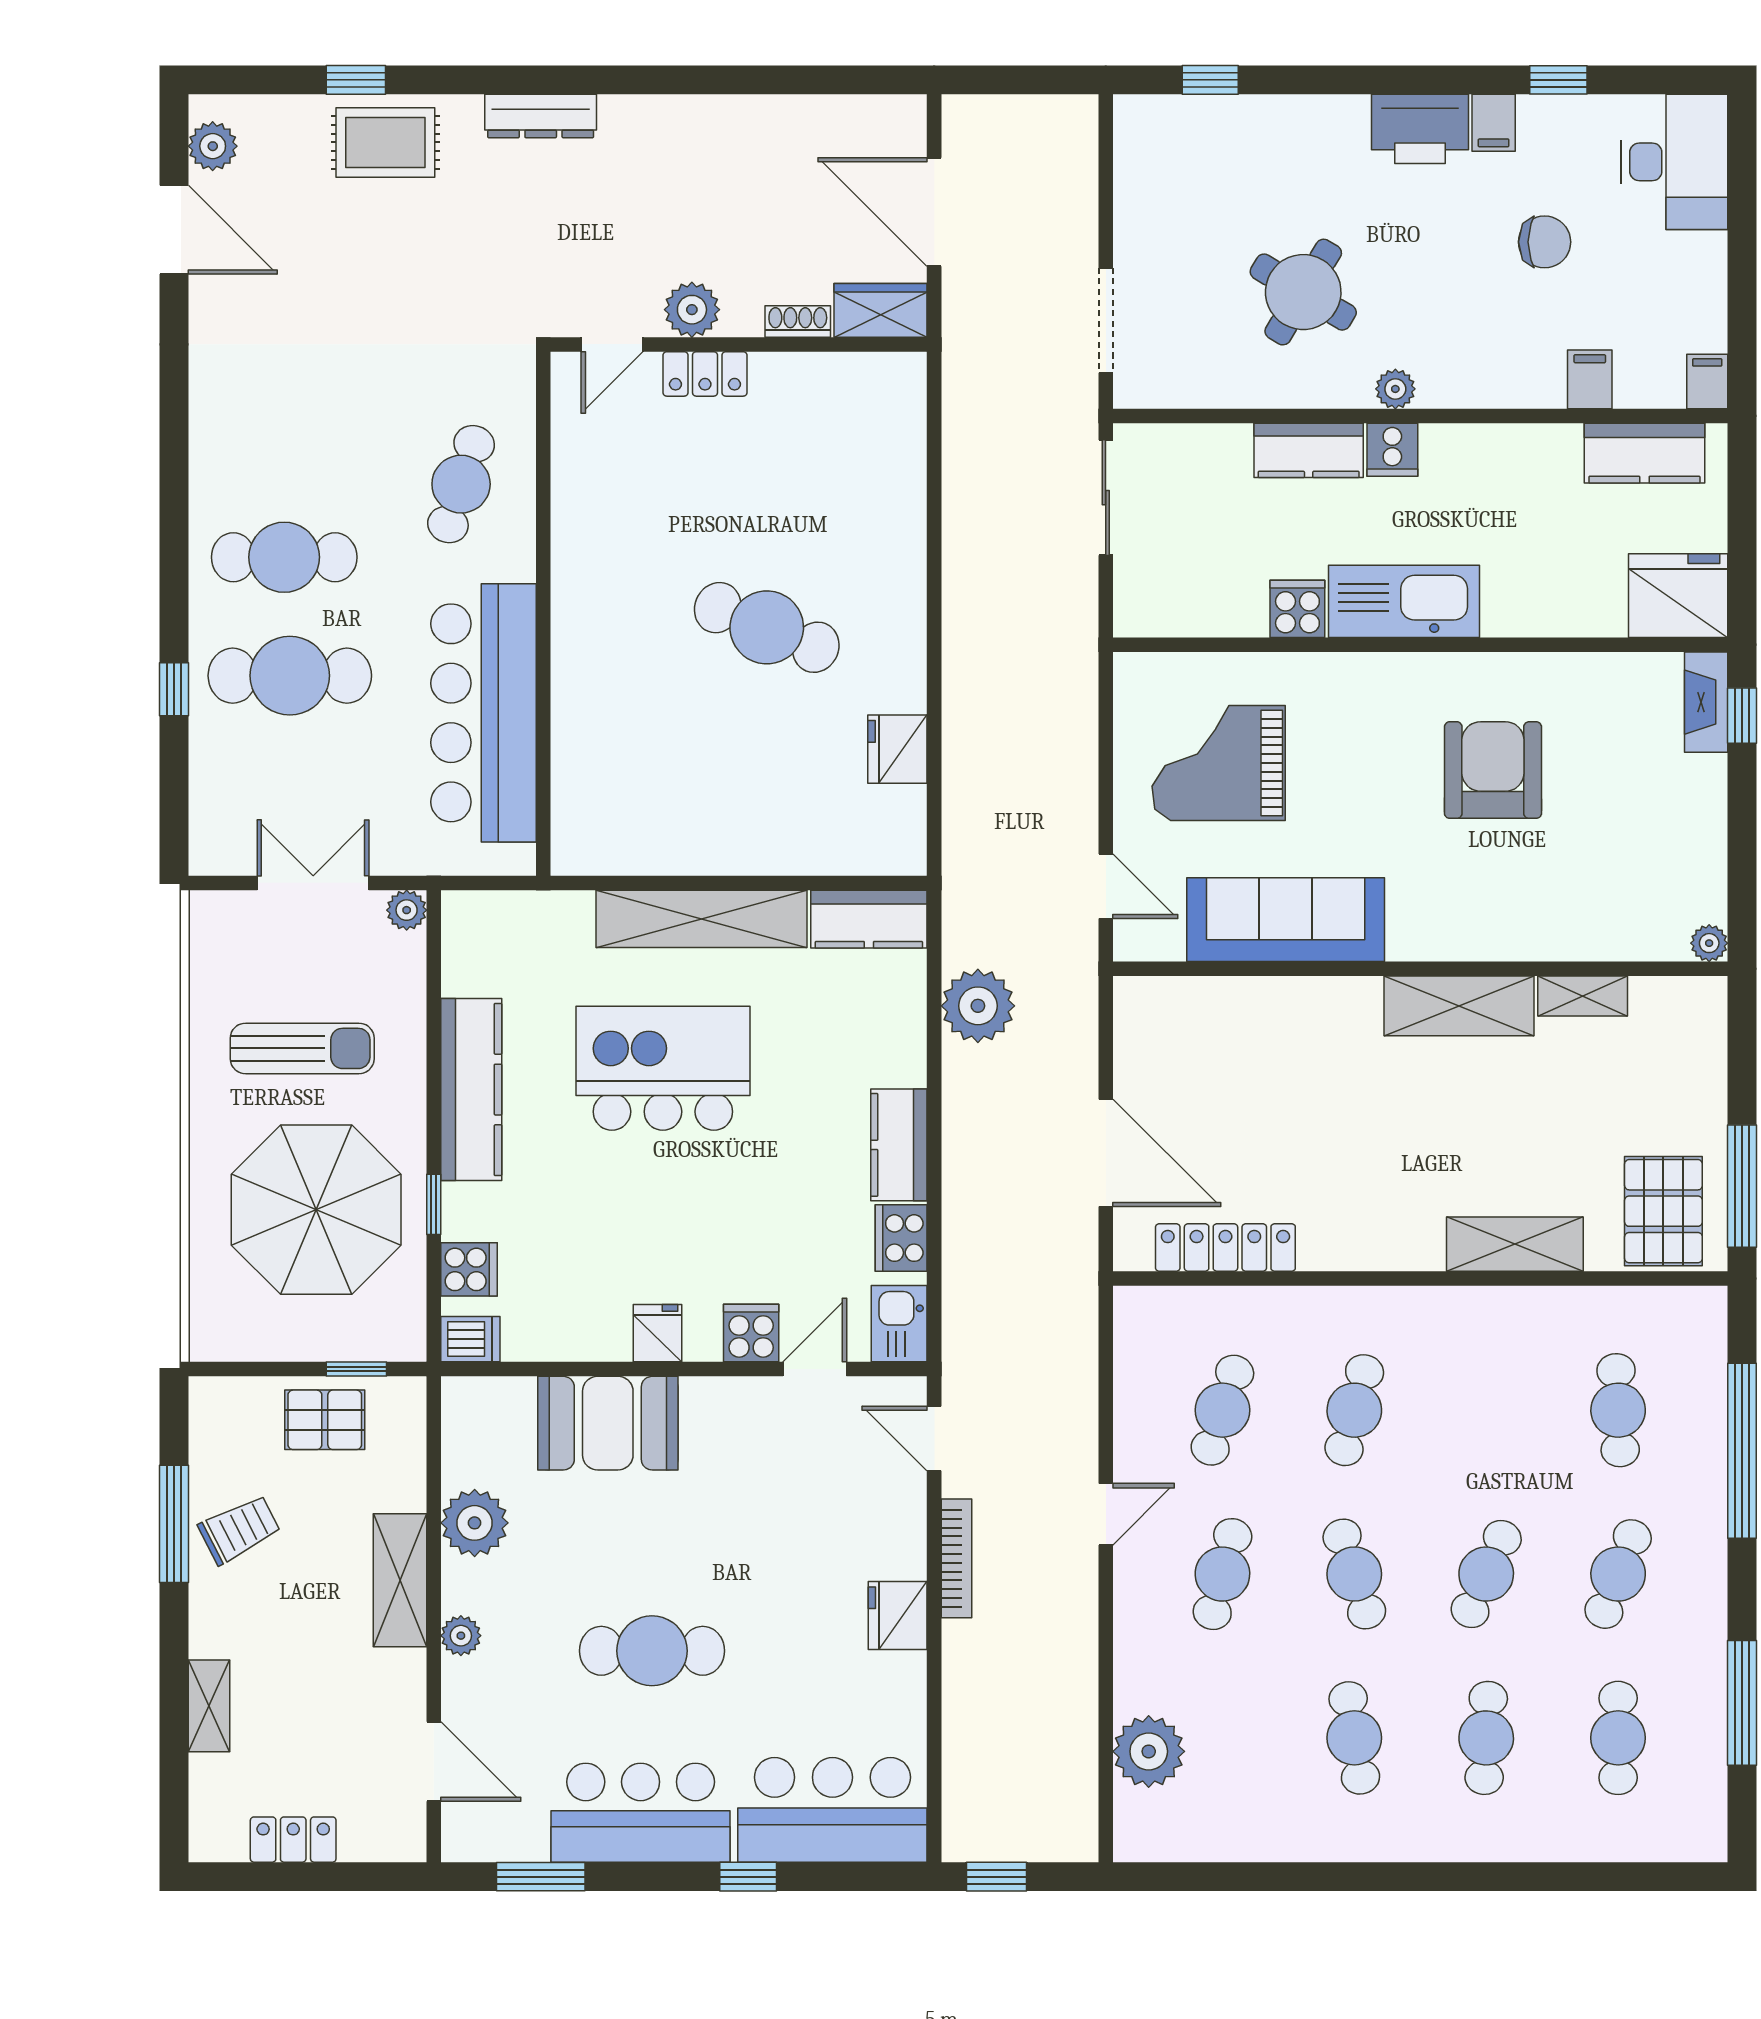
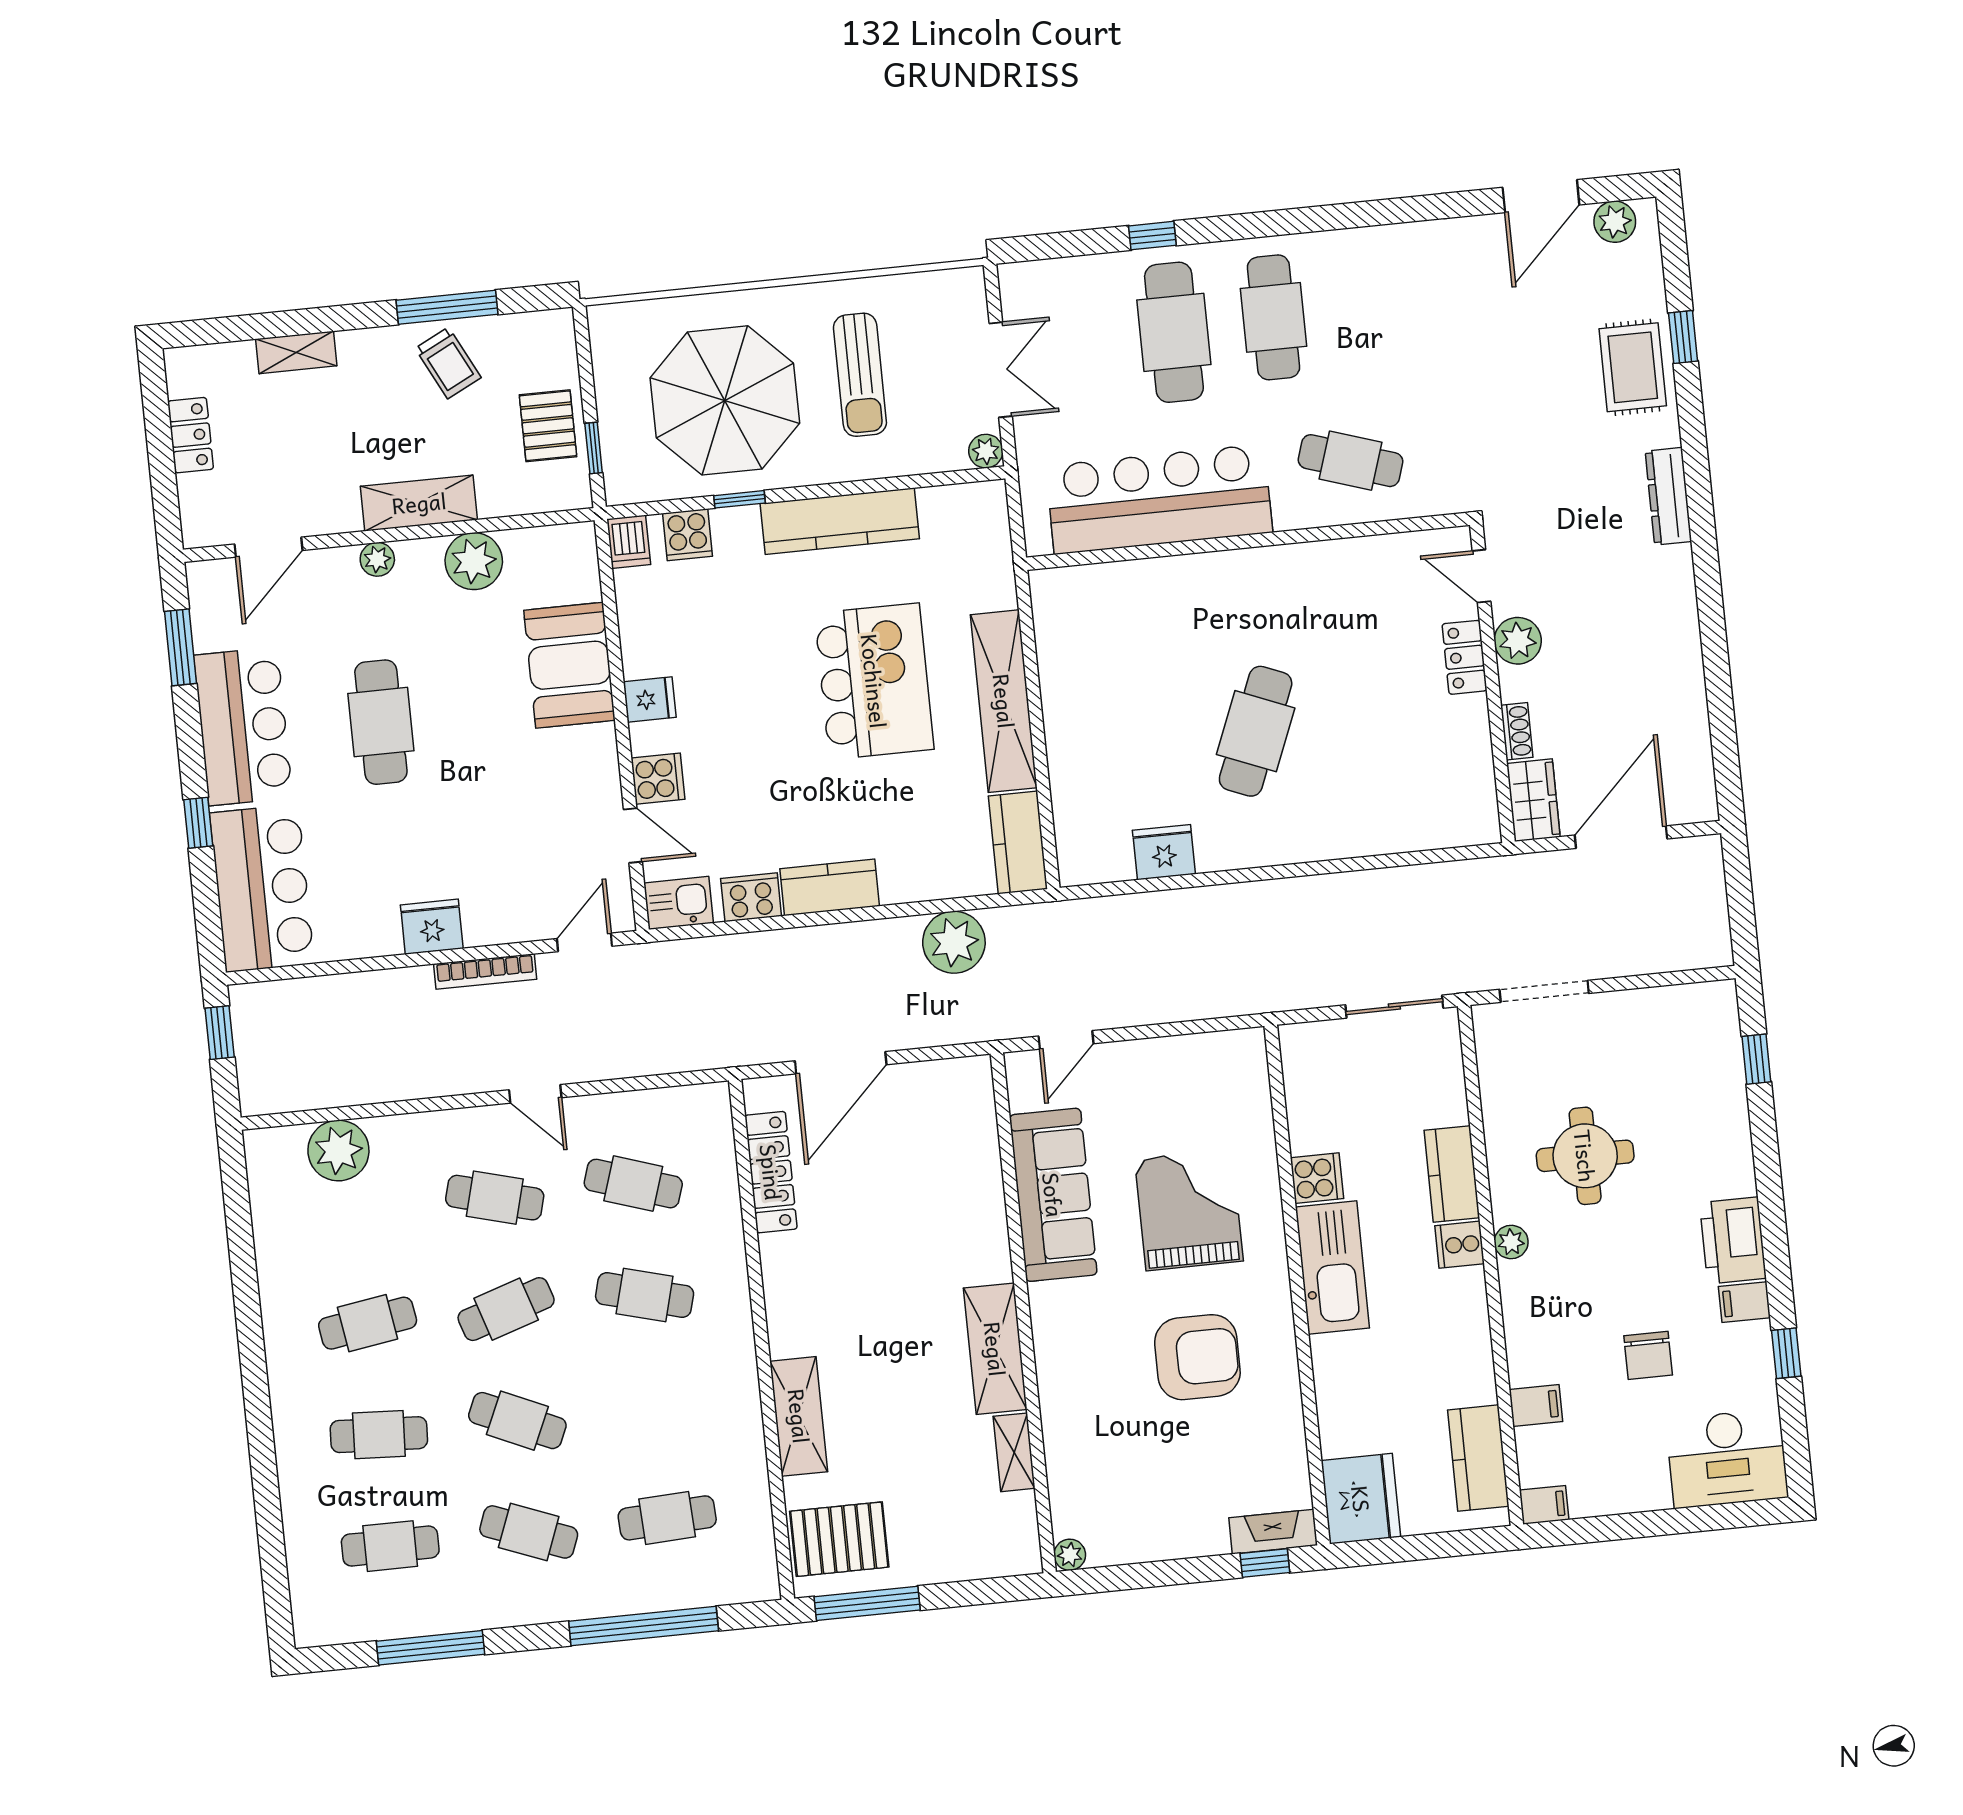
round table: (1303, 292) -> (1585, 1156), turned -31
grand piano: (1219, 763) -> (1189, 1210), moved

